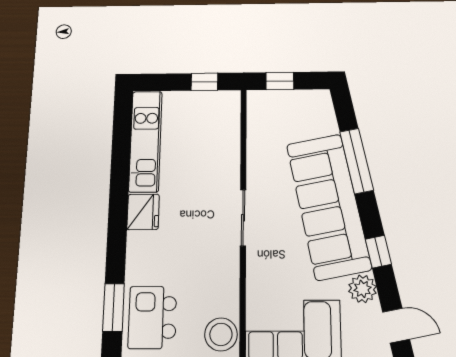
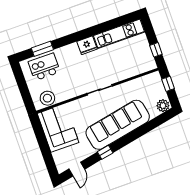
window: (356, 161) -> (142, 130), removed
plant: (362, 289) -> (163, 106), moved

